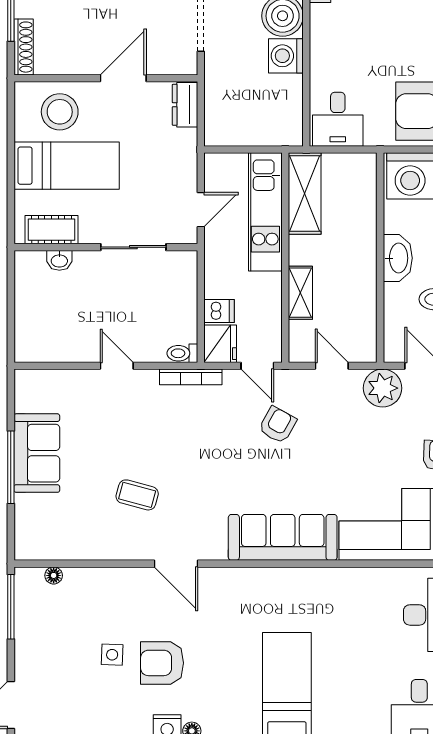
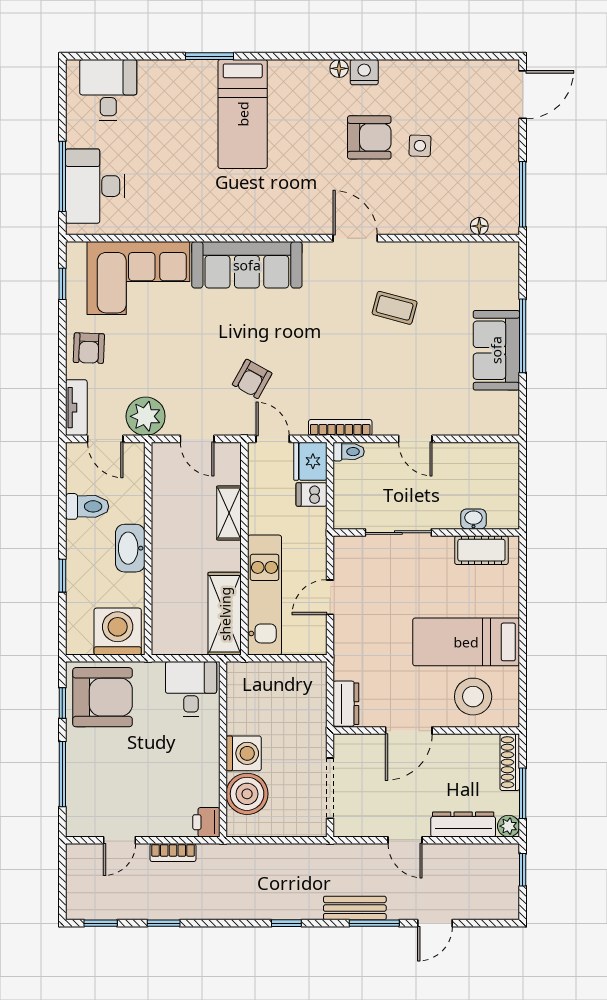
cot: (51, 230) -> (481, 550), moved
wall: (106, 247) -> (426, 533), moved
sliding door: (133, 247) -> (398, 533), moved
washbasin: (59, 260) -> (473, 519), moved

